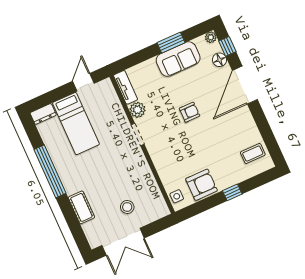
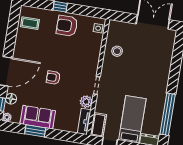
window: (50, 171) -> (168, 114), moved
armchair: (202, 185) -> (67, 26), moved
cot: (81, 207) -> (98, 125), moved
stool: (127, 207) -> (117, 51), moved

